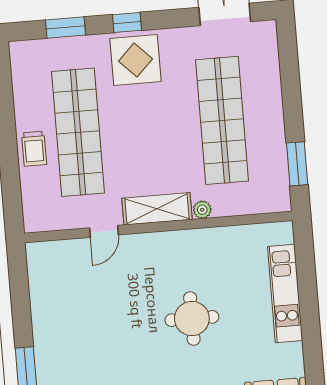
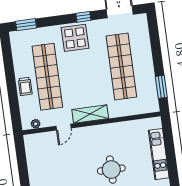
window: (127, 22) -> (83, 17), moved
window: (66, 28) -> (26, 25), moved
plant: (202, 210) -> (36, 124), moved

